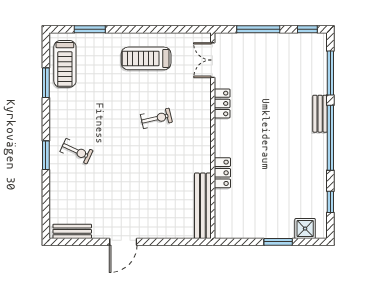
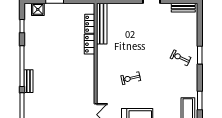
locker: (222, 103) -> (90, 24), moved

